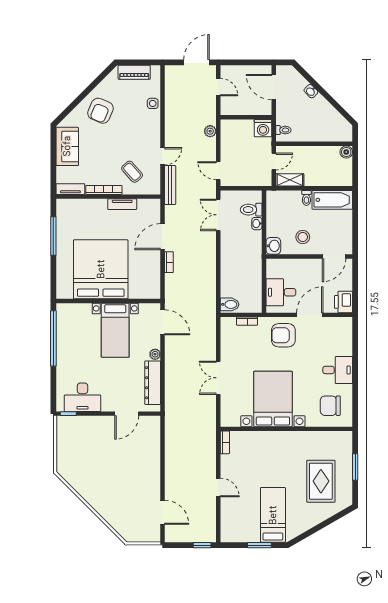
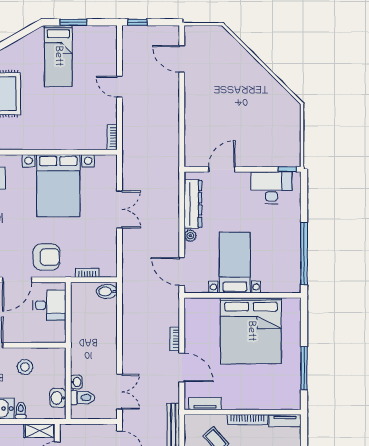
tv unit: (122, 204) -> (205, 404), moved
door: (163, 237) -> (182, 367), hinge flipped
washbasin: (273, 246) -> (58, 398), moved

